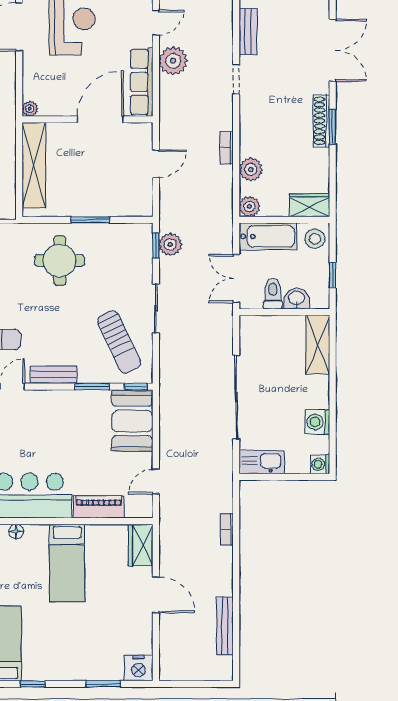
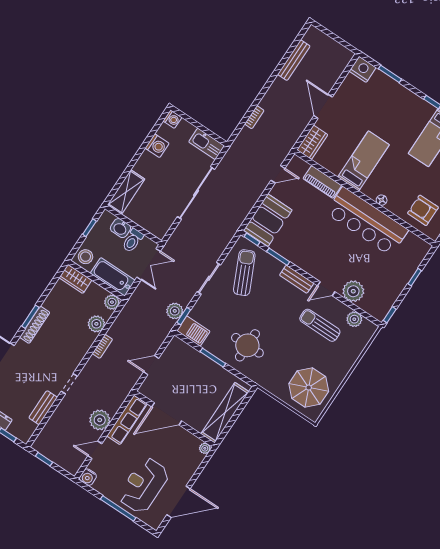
barbecue: (133, 236) -> (193, 331), added

